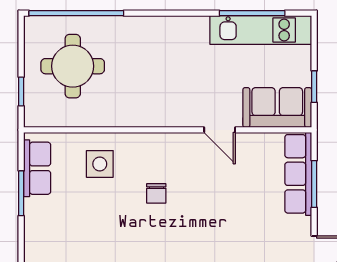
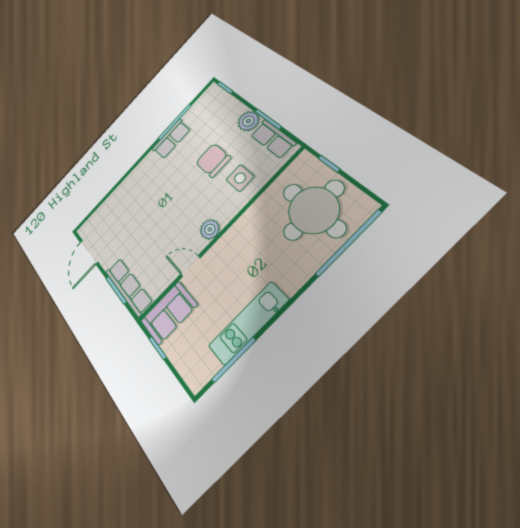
kitchen unit: (261, 30) -> (248, 323), moved
round table: (73, 66) -> (314, 210), width x1.36, depth x1.36
plant: (171, 145) -> (210, 229), added
chair: (156, 193) -> (213, 160), moved, width x1.87, depth x1.87
plant: (38, 213) -> (248, 121), added

